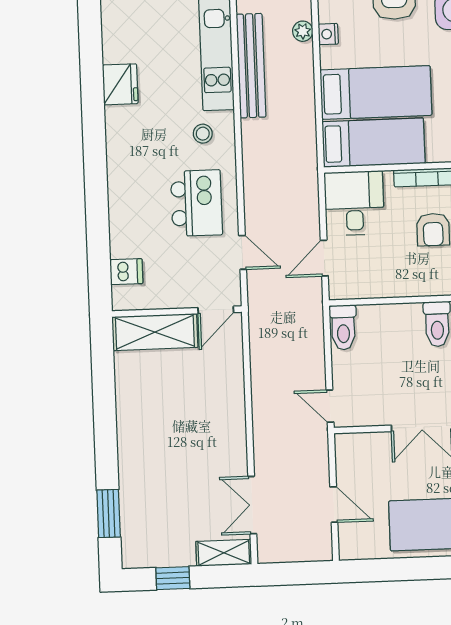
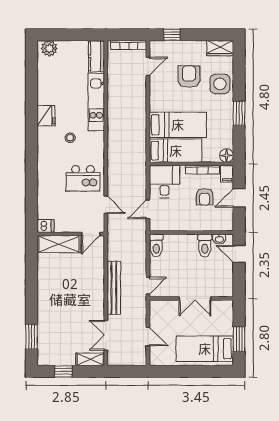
plant: (303, 31) -> (141, 92), removed
nightstand: (328, 34) -> (154, 94), removed
bench: (251, 66) -> (114, 288), moved
stool: (203, 134) -> (70, 138), moved
kitchen island: (196, 203) -> (83, 178), turned 90
dishwasher: (126, 272) -> (45, 226), moved
door: (330, 406) -> (148, 286), swing flipped

